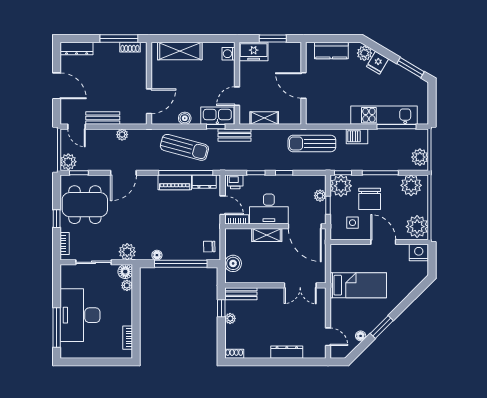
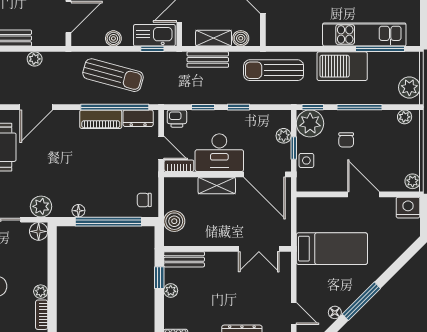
boiler: (286, 118) -> (241, 38), added
bench: (235, 135) -> (208, 60), moved
barbecue: (357, 136) -> (342, 66), width x1.88, depth x1.53
plant: (411, 185) -> (405, 117), width x0.53, depth x0.53
chair: (370, 199) -> (346, 140), width x0.54, depth x0.54
side table: (353, 223) -> (306, 160), moved
plant: (417, 227) -> (413, 181), width x0.53, depth x0.53
plant: (127, 285) -> (41, 292), moved
window: (382, 327) -> (361, 301), width x1.44

